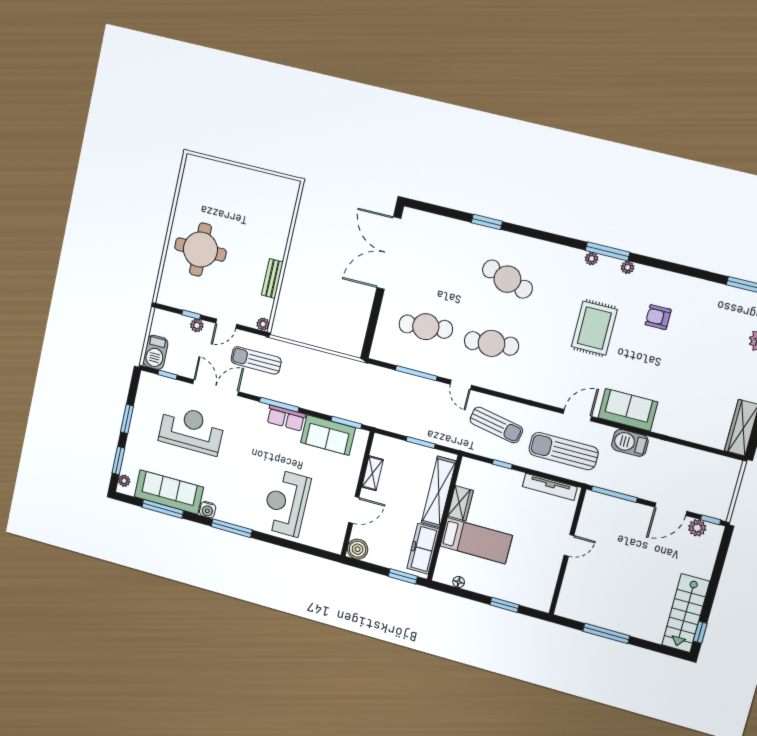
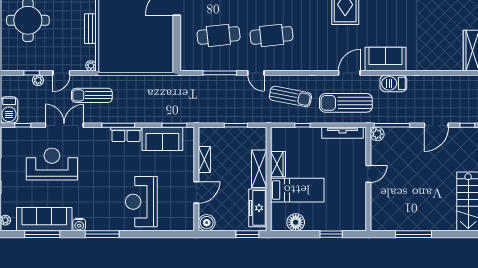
shelving: (439, 492) -> (259, 169), width x0.68
plant: (697, 528) -> (377, 134), moved
floor lamp: (459, 582) -> (296, 222), width x1.89, depth x1.89

